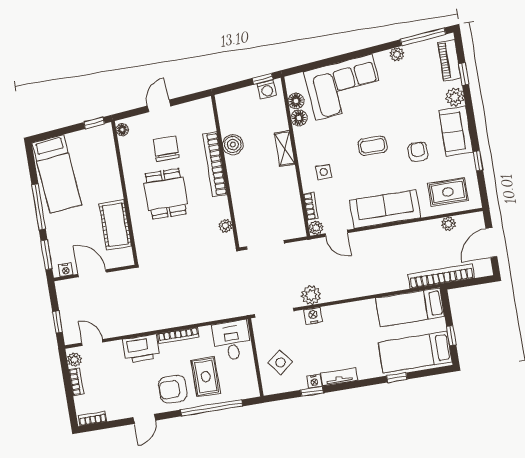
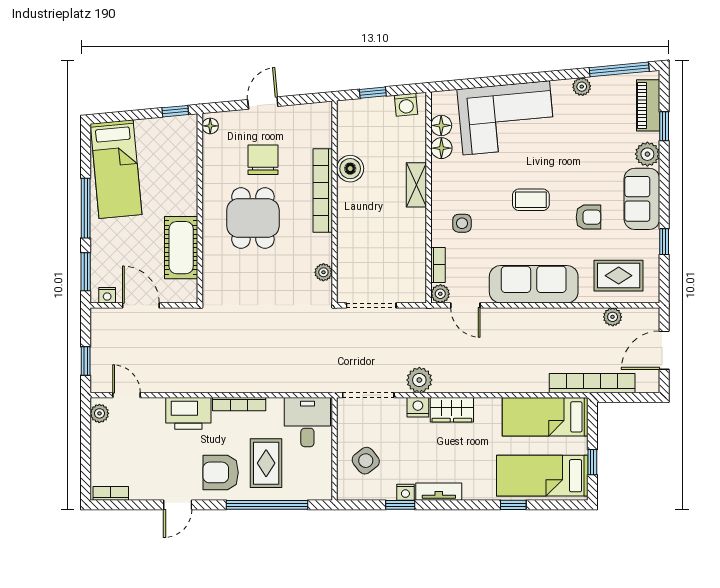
window: (263, 79) -> (373, 93), moved
armchair: (418, 152) -> (588, 217), turned 90
wardrobe: (339, 313) -> (452, 410), added
bookcase: (76, 382) -> (97, 442), removed

